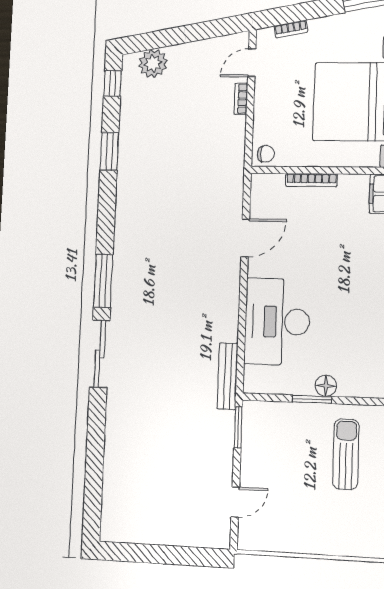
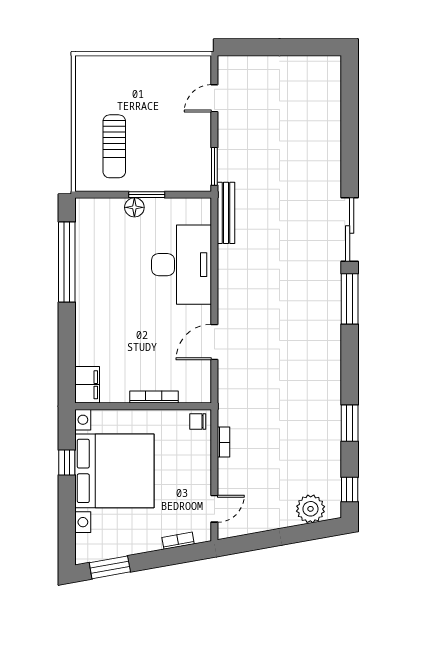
bookcase: (241, 99) -> (223, 442), moved

